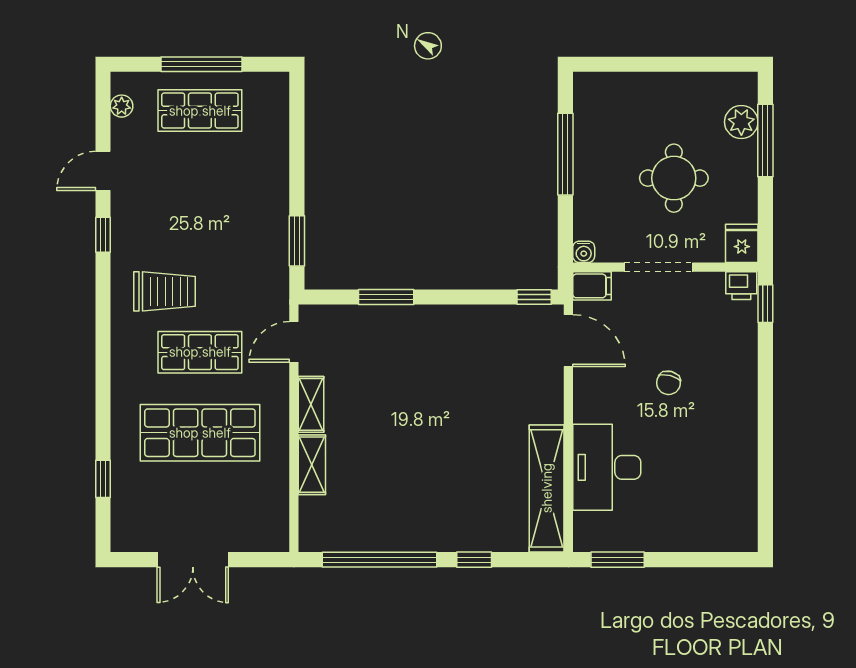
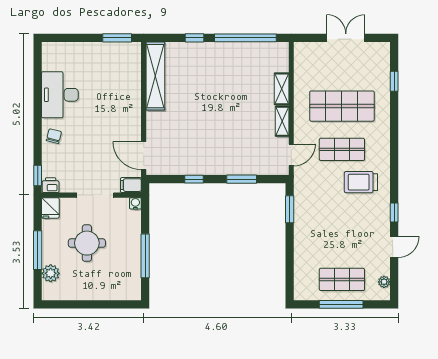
window: (765, 141) -> (38, 250), moved
window: (534, 297) -> (194, 179), moved
chair: (668, 383) -> (54, 136), moved
desk: (607, 467) -> (60, 95), moved, turned 180

